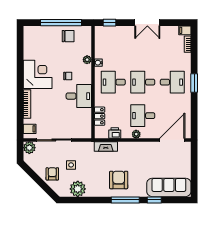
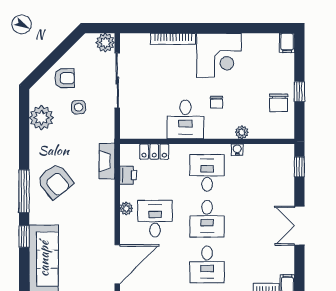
window: (61, 23) -> (299, 92), width x0.32
desk: (143, 82) -> (207, 219), turned 180
filing cabinet: (30, 129) -> (287, 43), moved
door: (172, 140) -> (117, 264), hinge flipped
armchair: (119, 180) -> (55, 181), turned 51

